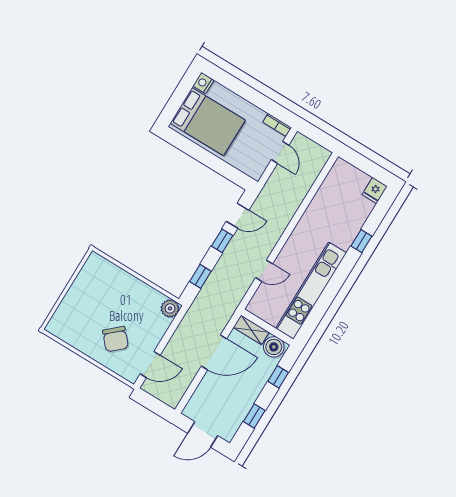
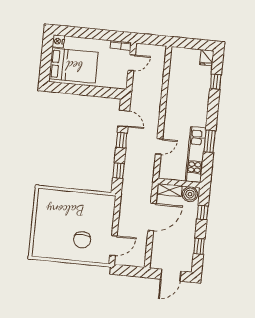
door: (280, 152) -> (132, 63), hinge flipped
door: (238, 216) -> (124, 118), hinge flipped
window: (361, 241) -> (216, 82), moved
kitchen unit: (311, 291) -> (196, 155), width x0.73
window: (329, 294) -> (210, 141), added
plant: (170, 308) -> (109, 202), removed
chair: (115, 339) -> (82, 240), turned 42

